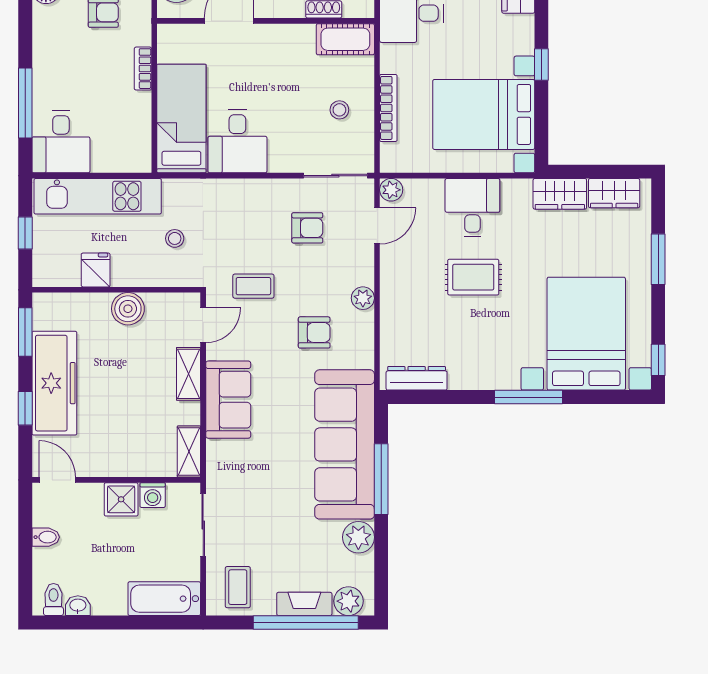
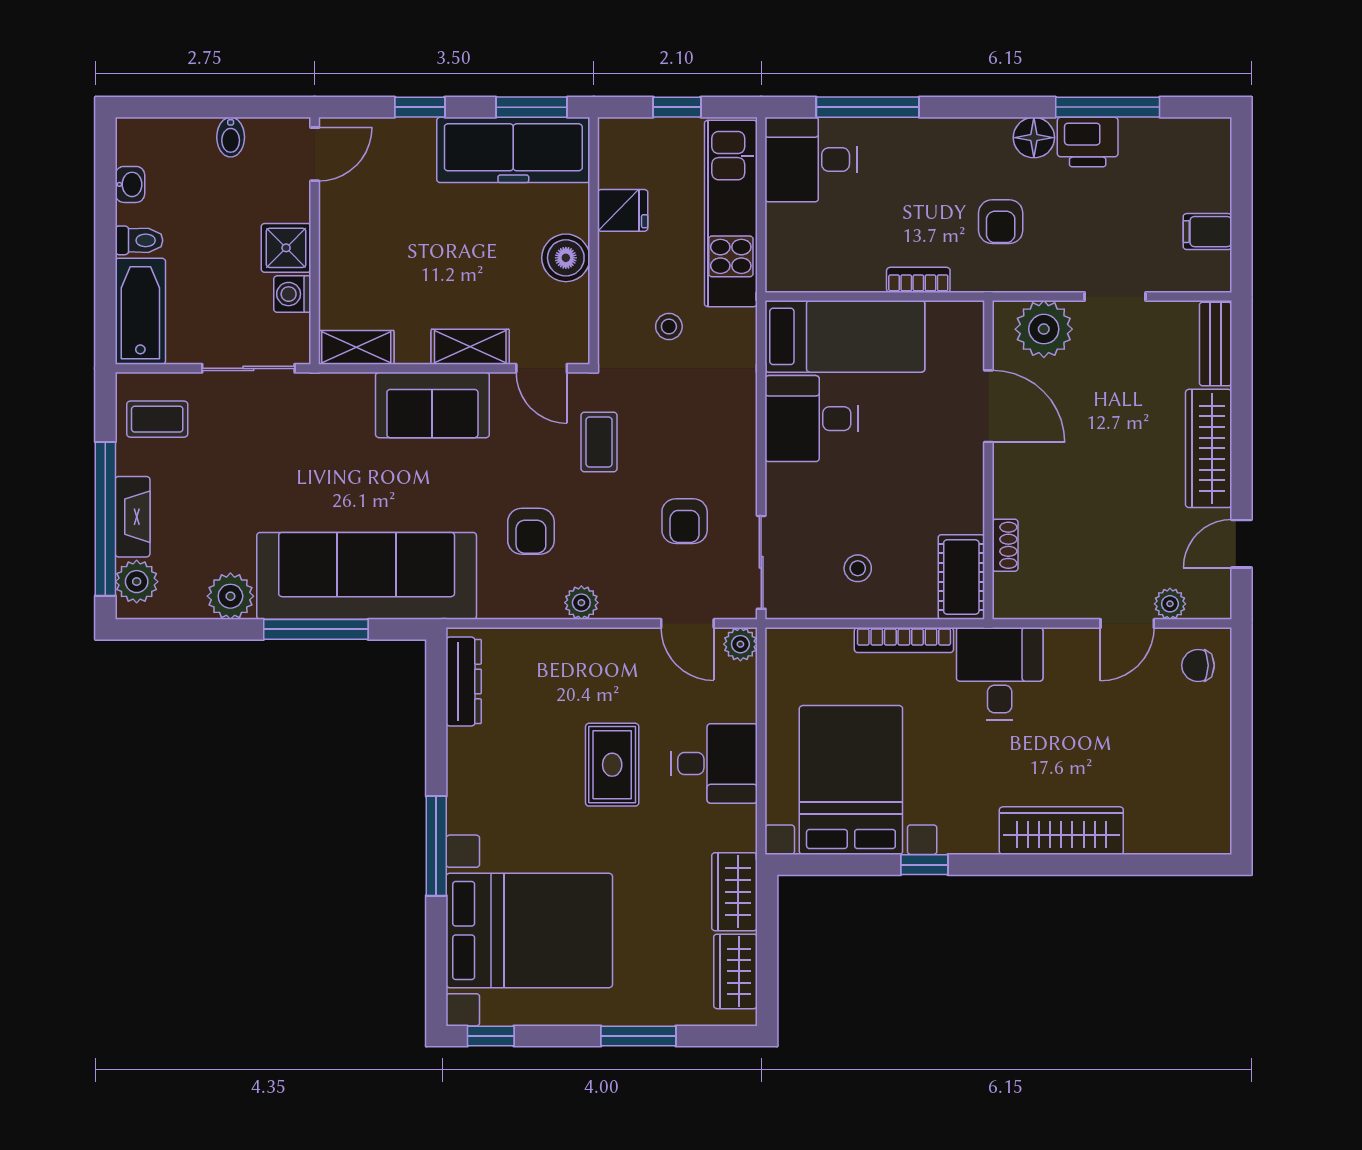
bookcase: (388, 108) -> (904, 640), moved
freezer: (54, 383) -> (513, 150), moved
toilet: (53, 600) -> (139, 240), moved

